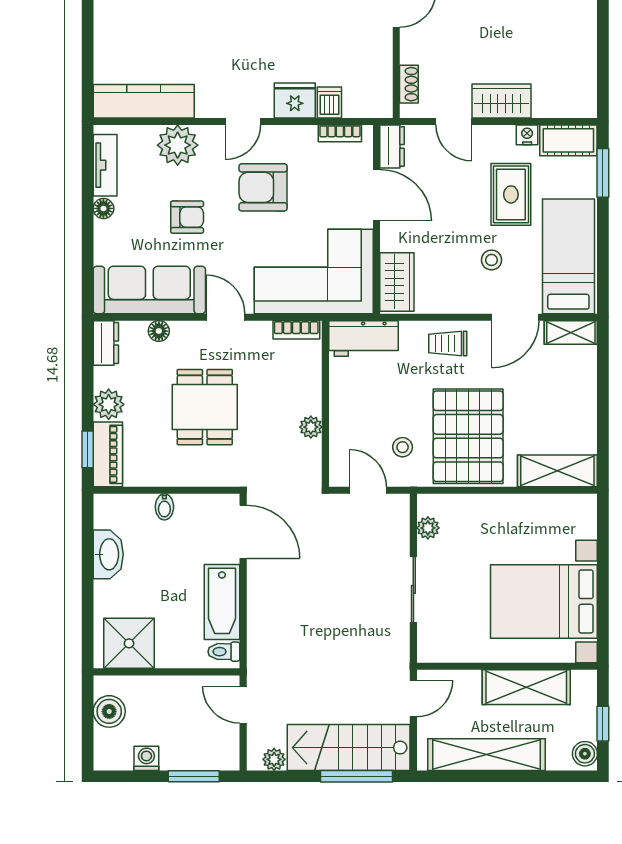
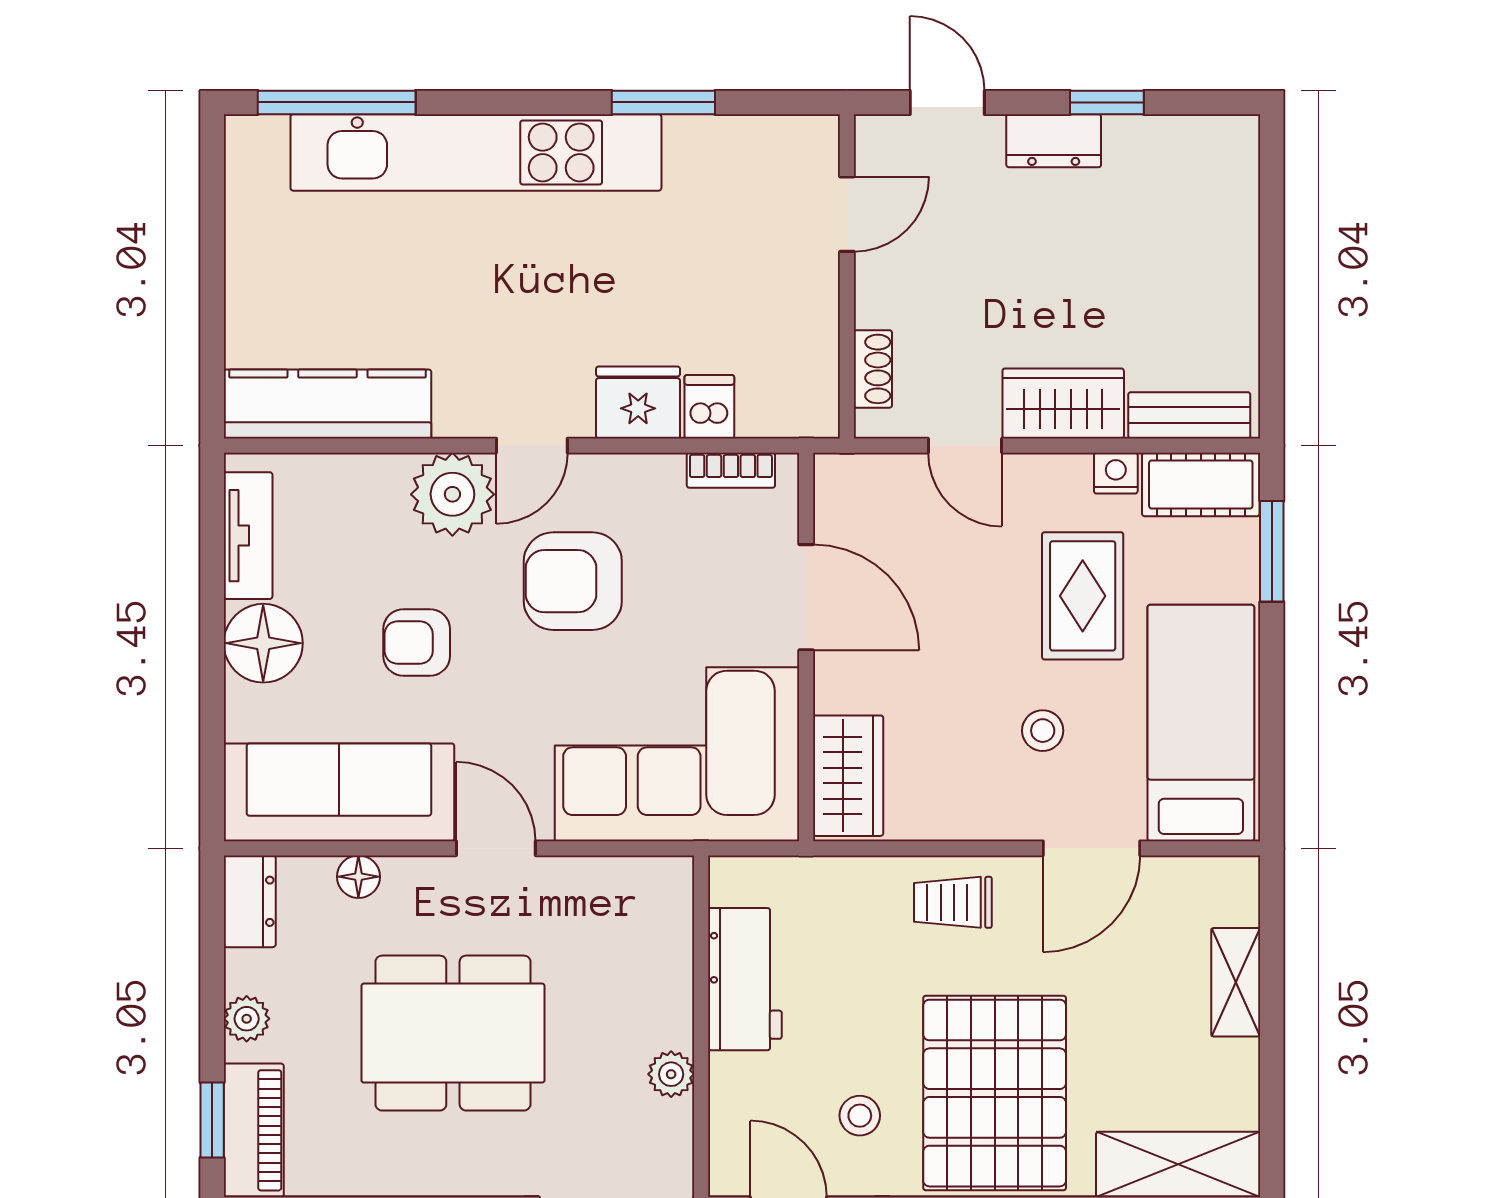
bench: (563, 107) -> (1189, 415), added
plant: (178, 145) -> (452, 494), moved
dresser: (392, 146) -> (838, 497), removed
floor lamp: (103, 208) -> (263, 643), width x1.89, depth x1.89
armchair: (187, 217) -> (417, 642), turned 180
bookcase: (296, 330) -> (641, 874), removed
shelving: (571, 332) -> (1236, 982), moved, turned 90
workbench: (363, 339) -> (745, 979), moved, turned -90
plant: (109, 404) -> (247, 1019), width x0.73, depth x0.73
dining table: (205, 407) -> (453, 1033), width x1.38

